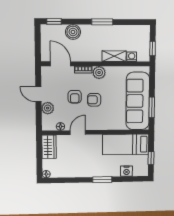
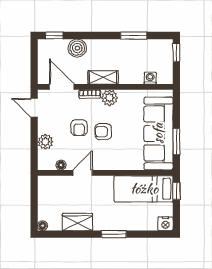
window: (102, 22) -> (134, 36), moved
window: (153, 48) -> (176, 52), moved
shelving: (114, 56) -> (103, 77), moved
door: (38, 94) -> (34, 108), moved
wardrobe: (49, 147) -> (77, 222), moved, turned -90
window: (151, 158) -> (176, 191), moved
nightstand: (127, 171) -> (165, 224), moved

